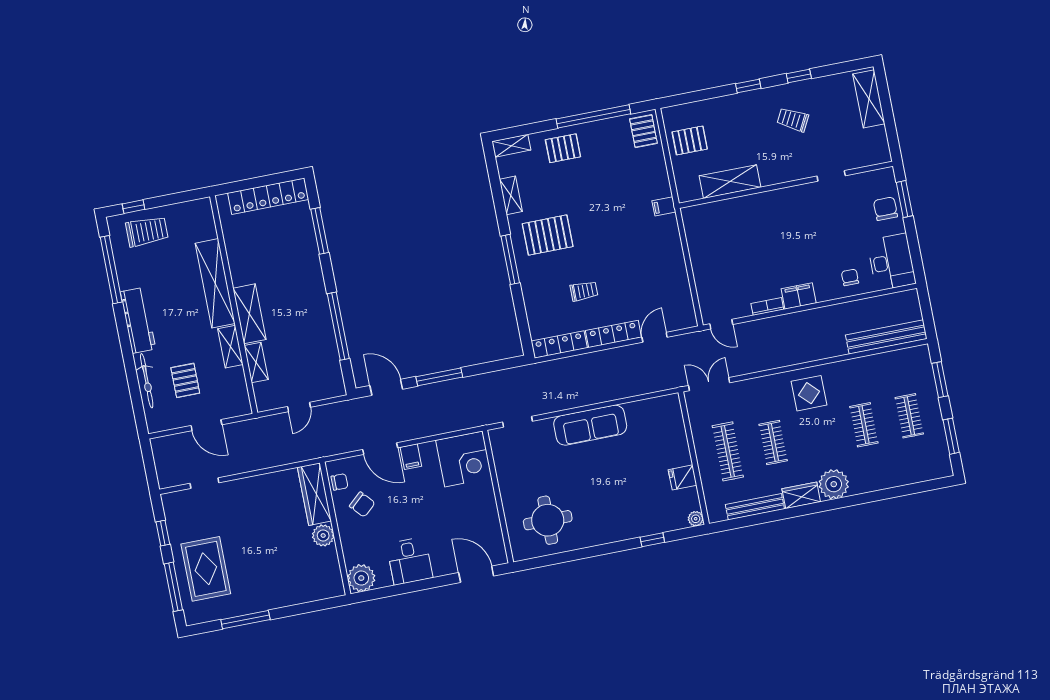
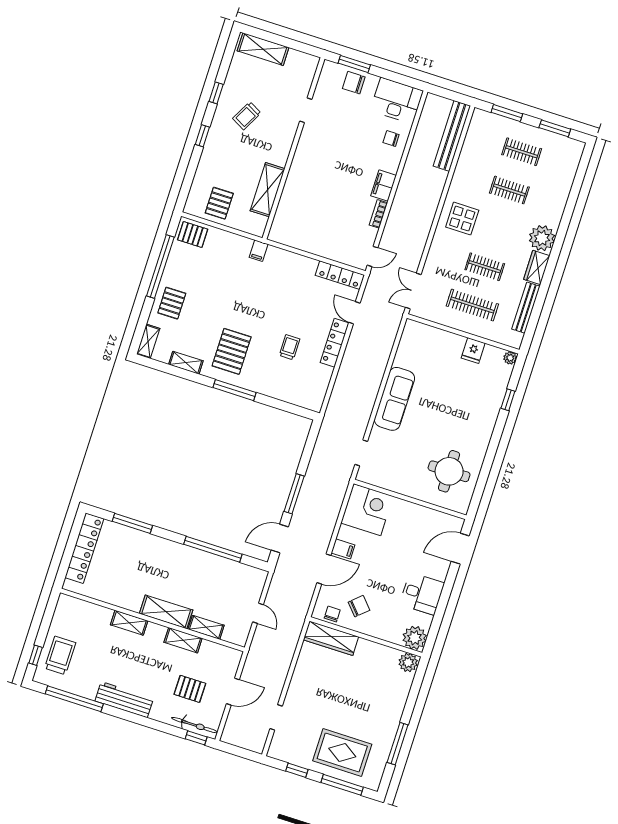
shelving: (215, 283) -> (129, 623), width x0.45, depth x0.75
locker: (559, 345) -> (340, 275), moved, turned -90
bicycle: (147, 381) -> (195, 725), moved
window: (139, 414) -> (196, 738), added
plant: (323, 535) -> (408, 662), moved

